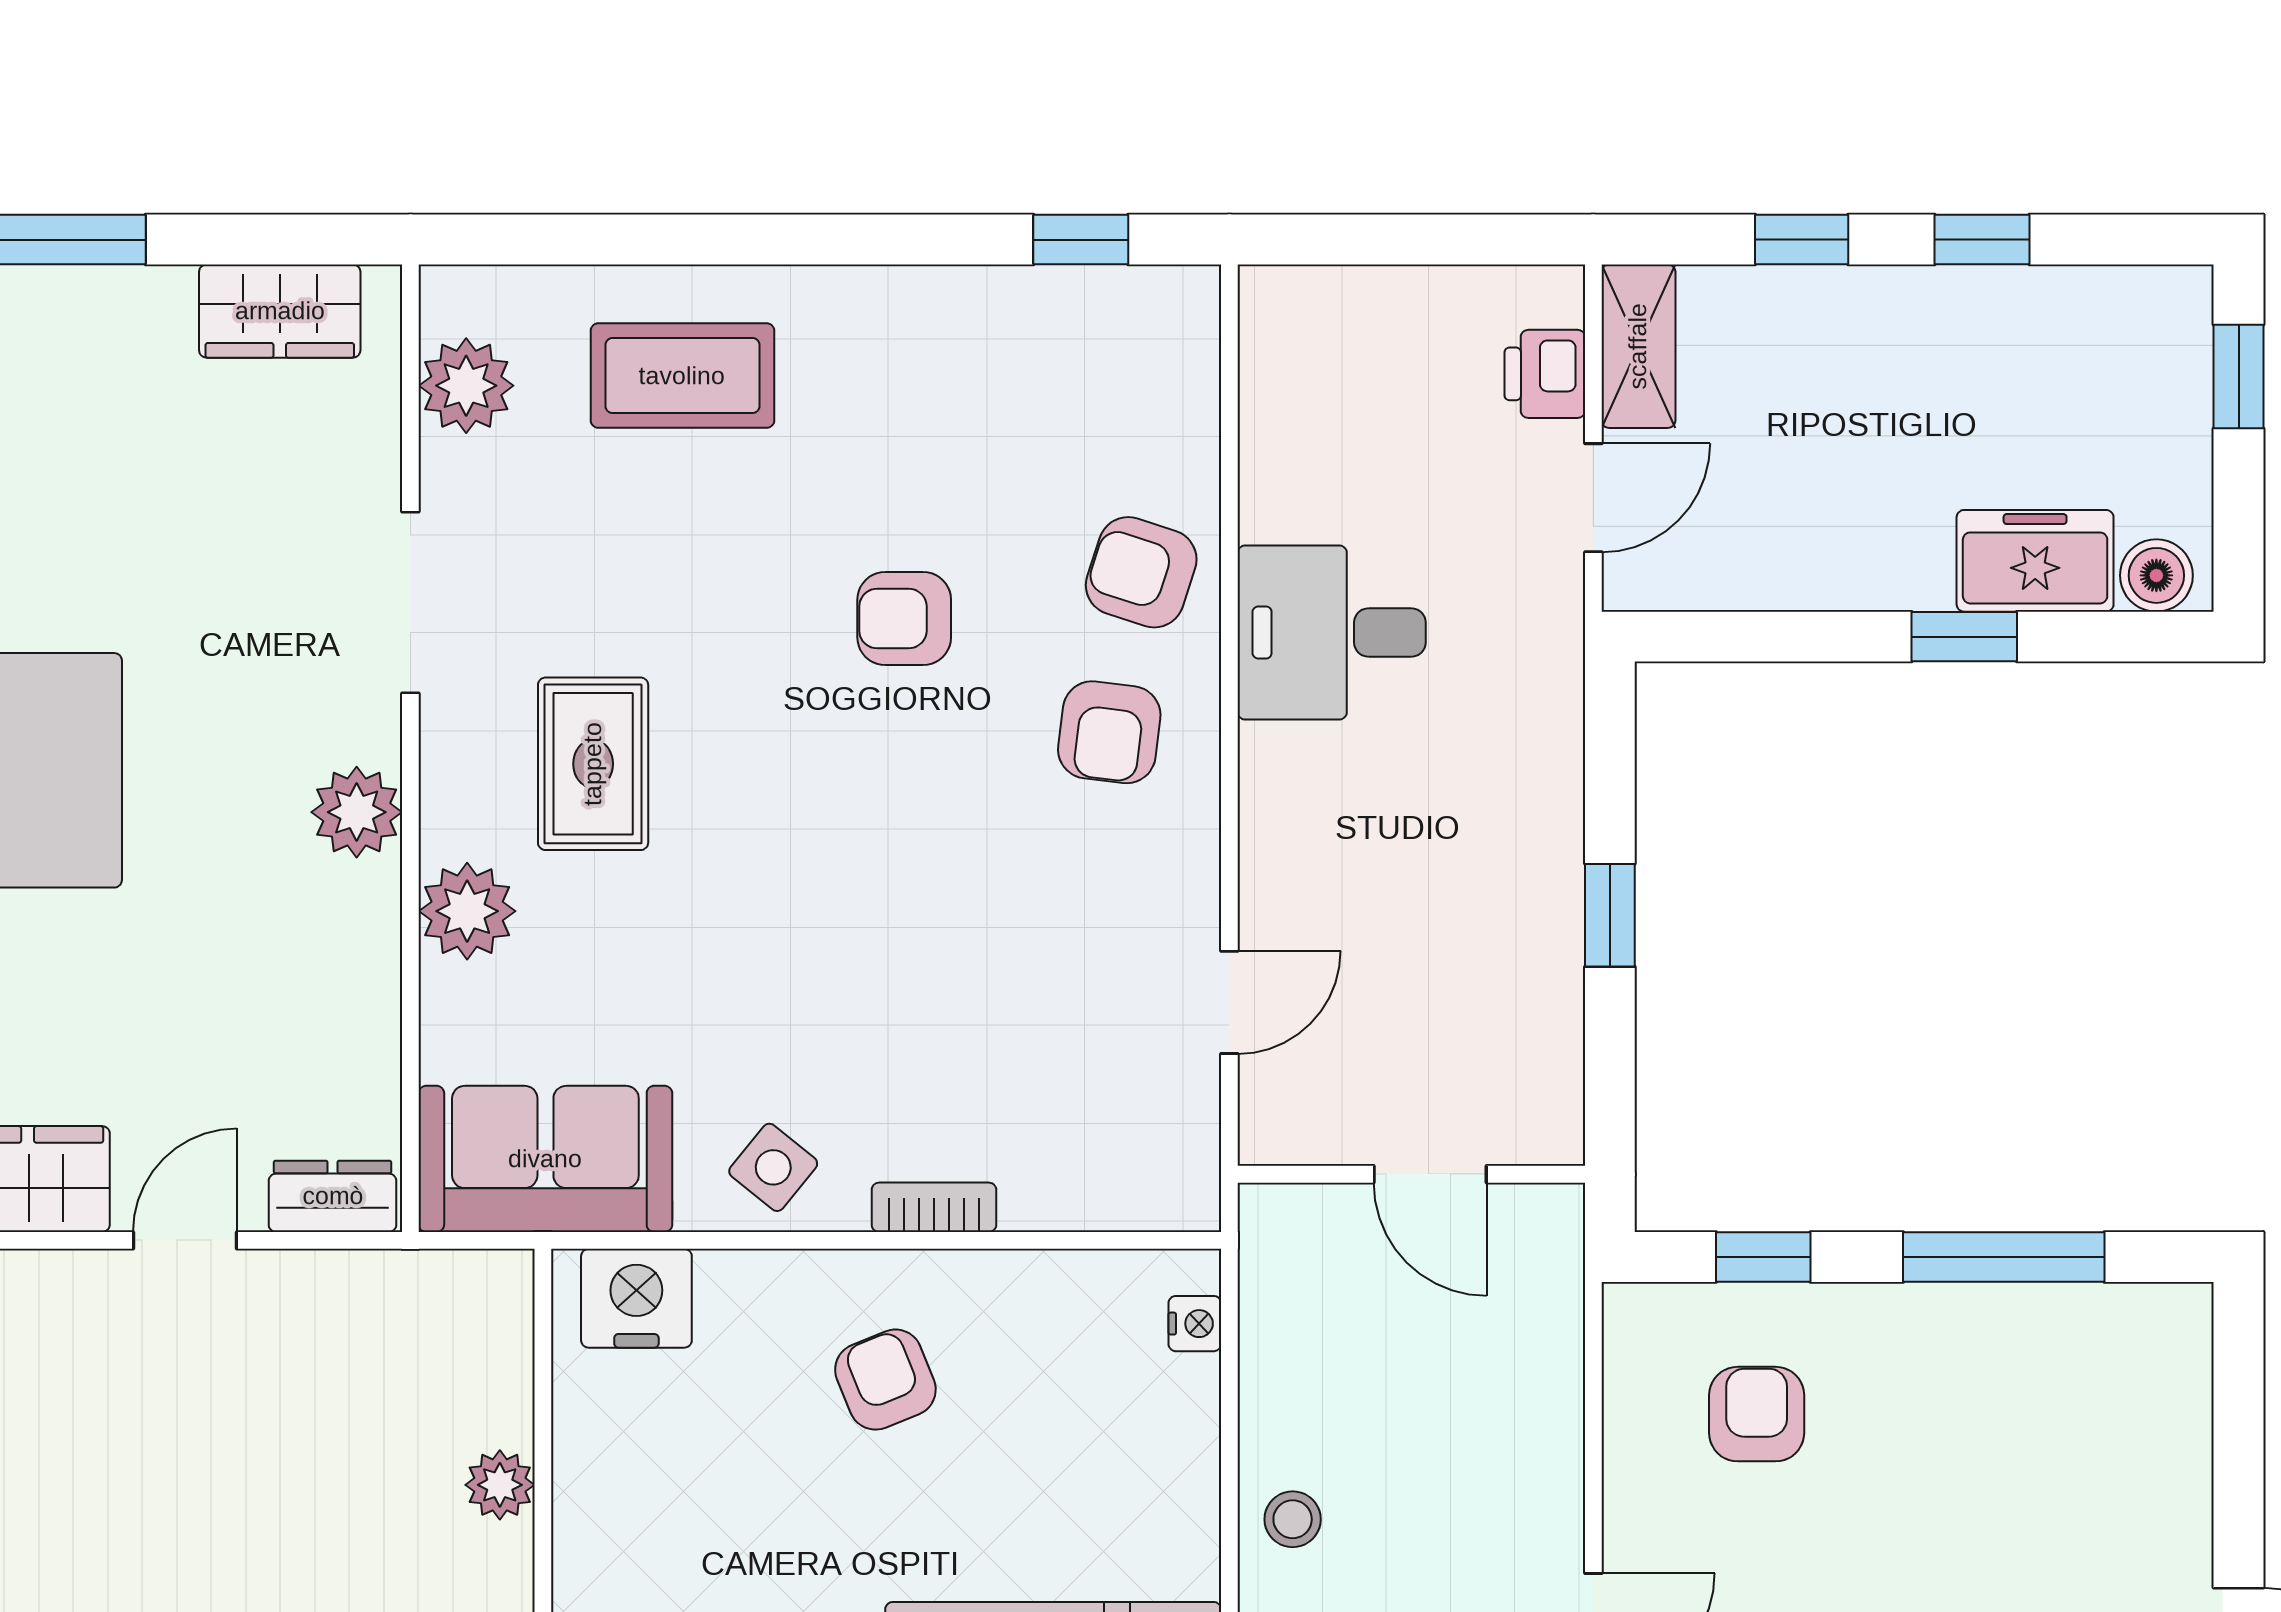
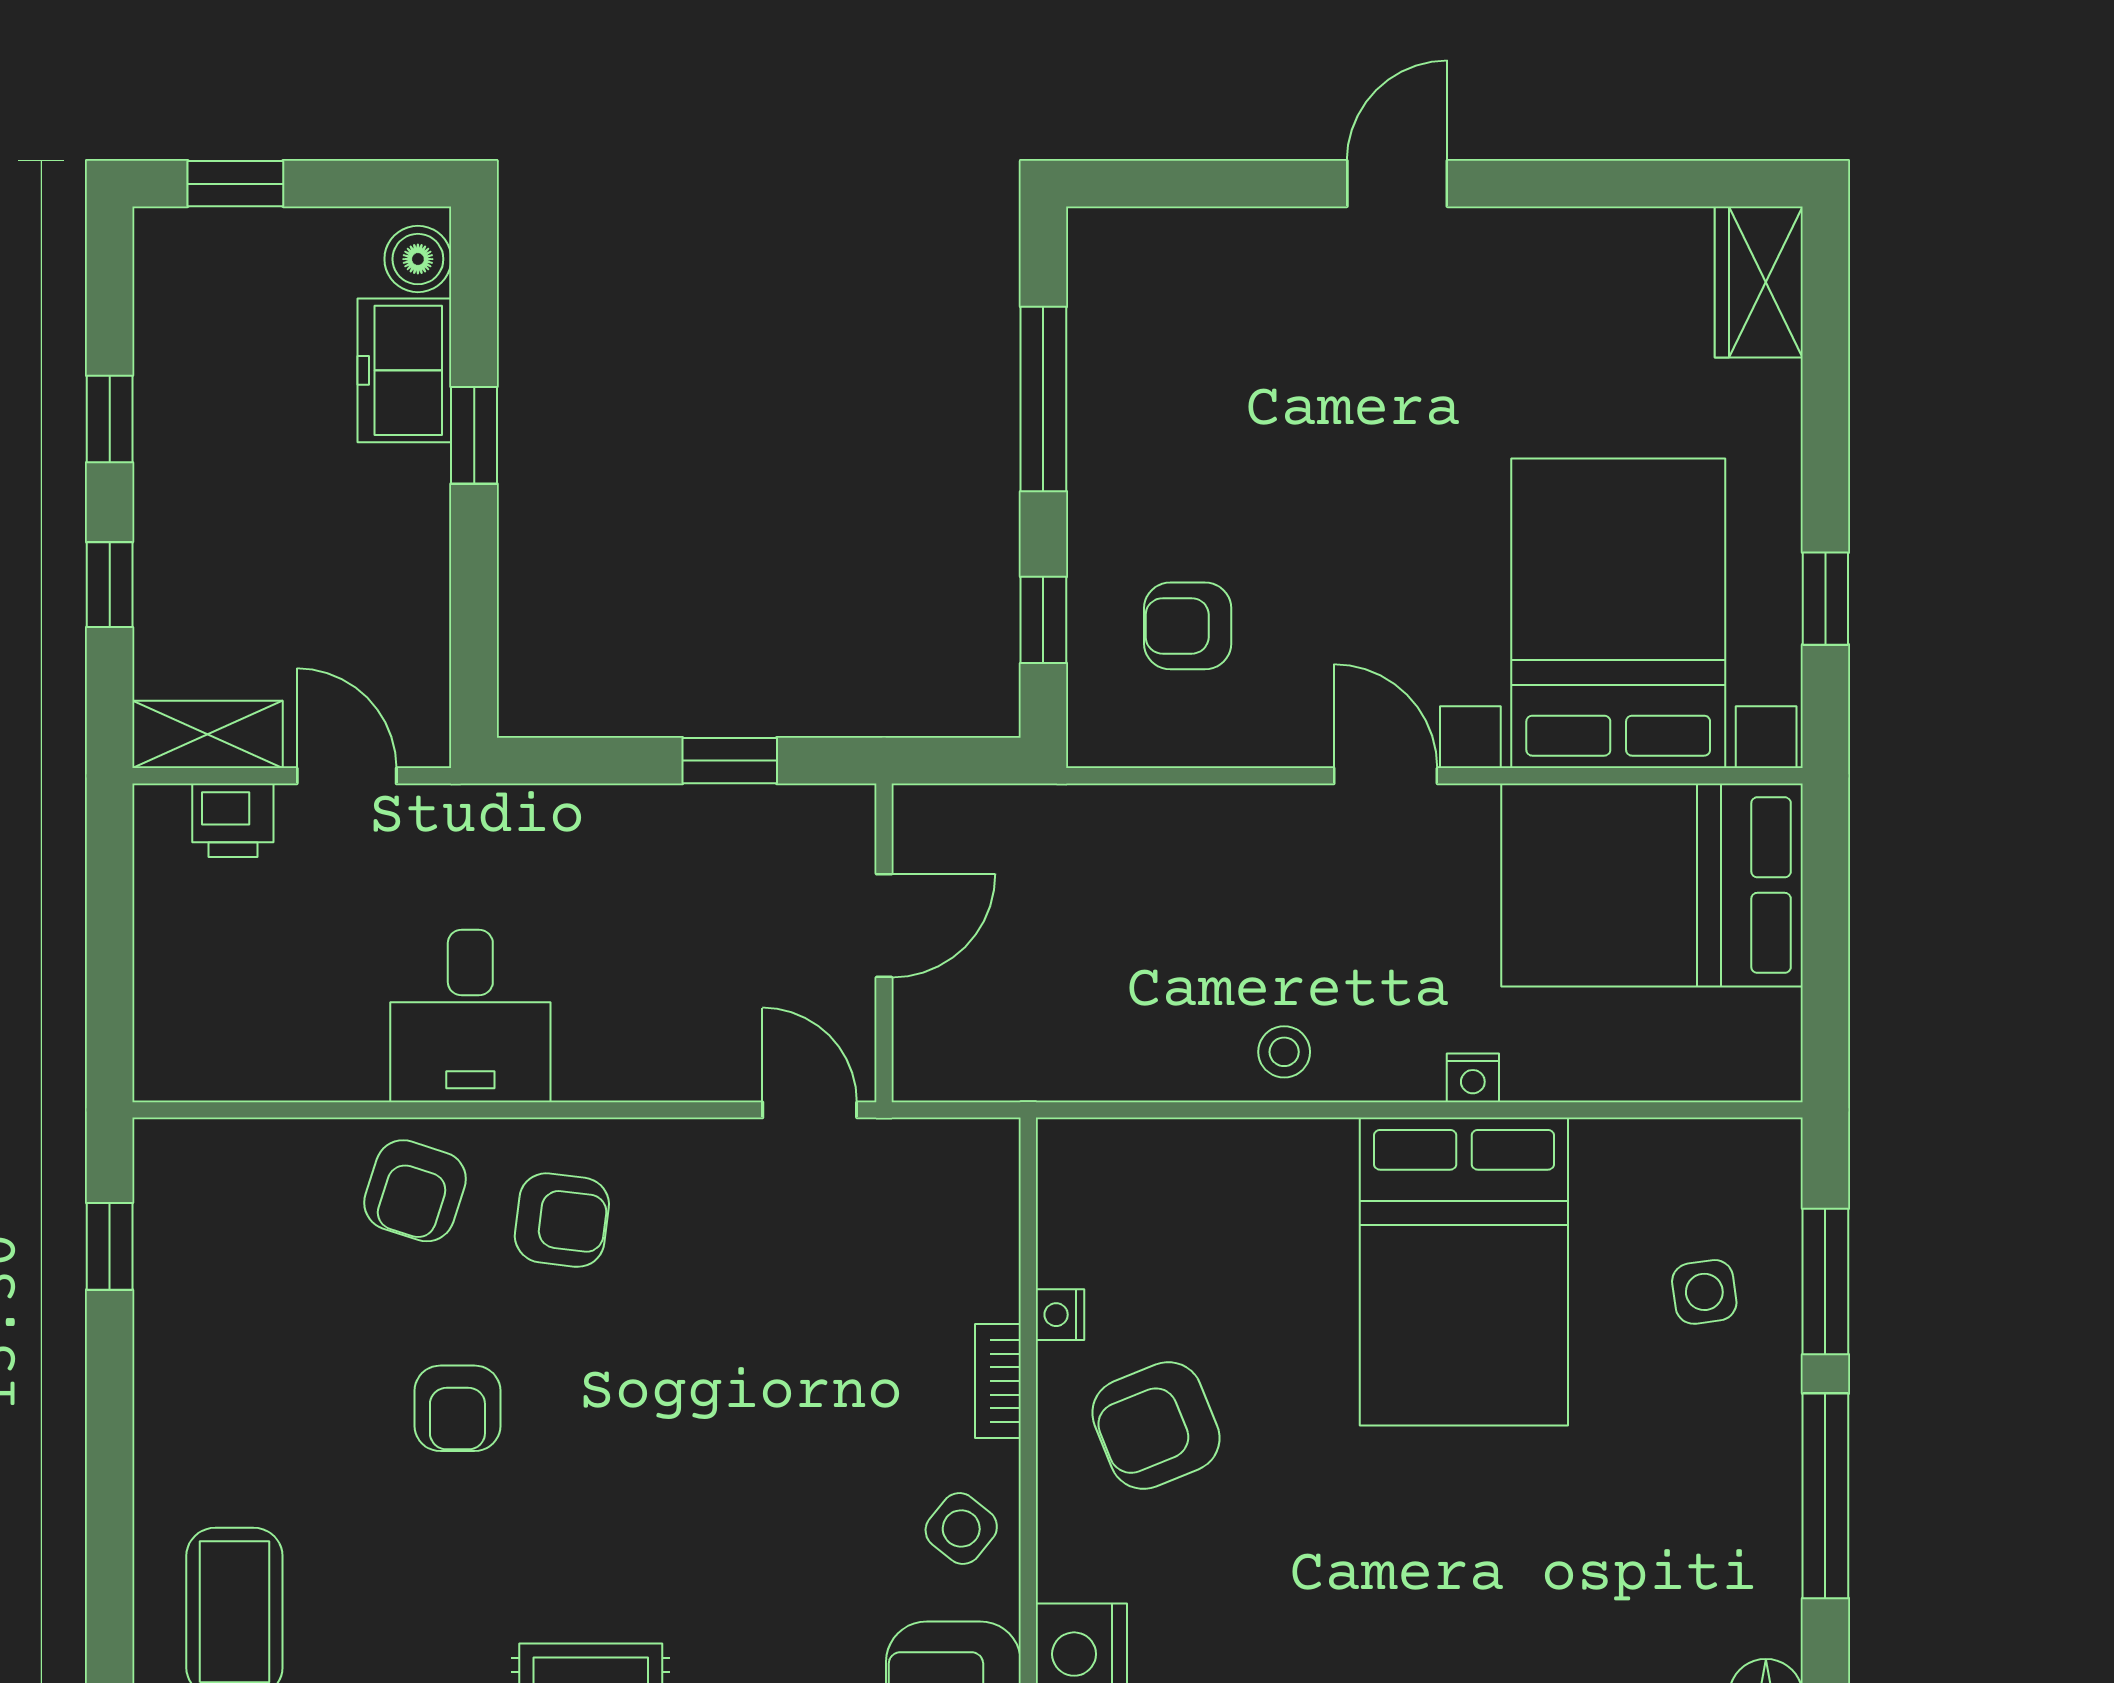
wall: (1411, 1174) -> (884, 943), moved
door: (1430, 1174) -> (884, 926), moved
nightstand: (1195, 1324) -> (1060, 1315), moved, turned -90
armchair: (885, 1380) -> (1156, 1426), width x1.38, depth x1.38

